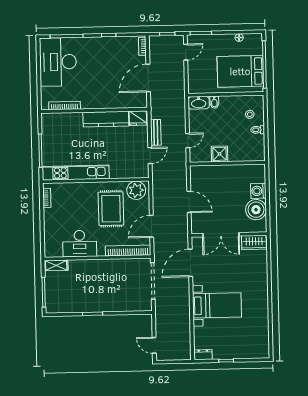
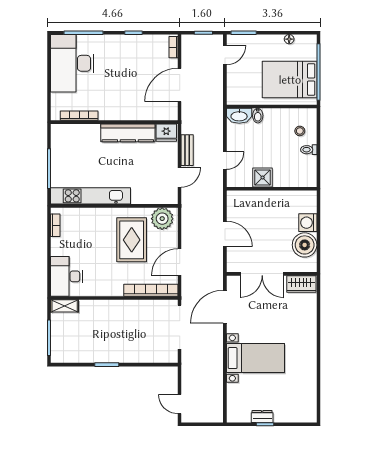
desk: (80, 244) -> (66, 276), moved, turned 90
dresser: (203, 355) -> (262, 417), moved

